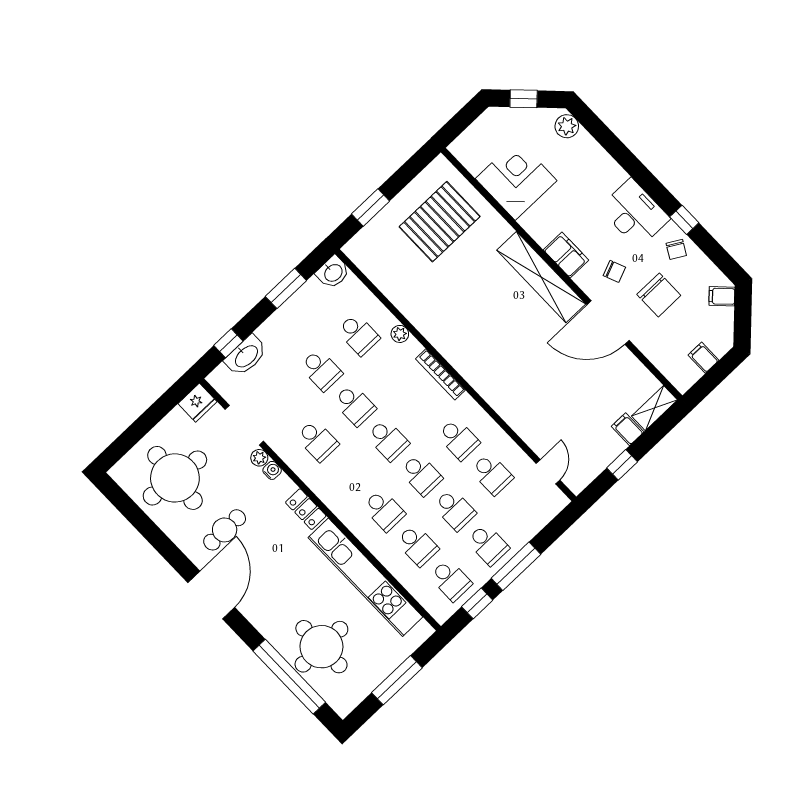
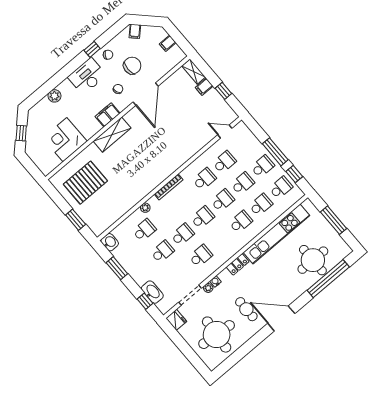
plant: (567, 126) -> (54, 96), moved
pallet: (440, 222) -> (85, 183), turned 90
shelving: (541, 277) -> (112, 135), width x0.68

